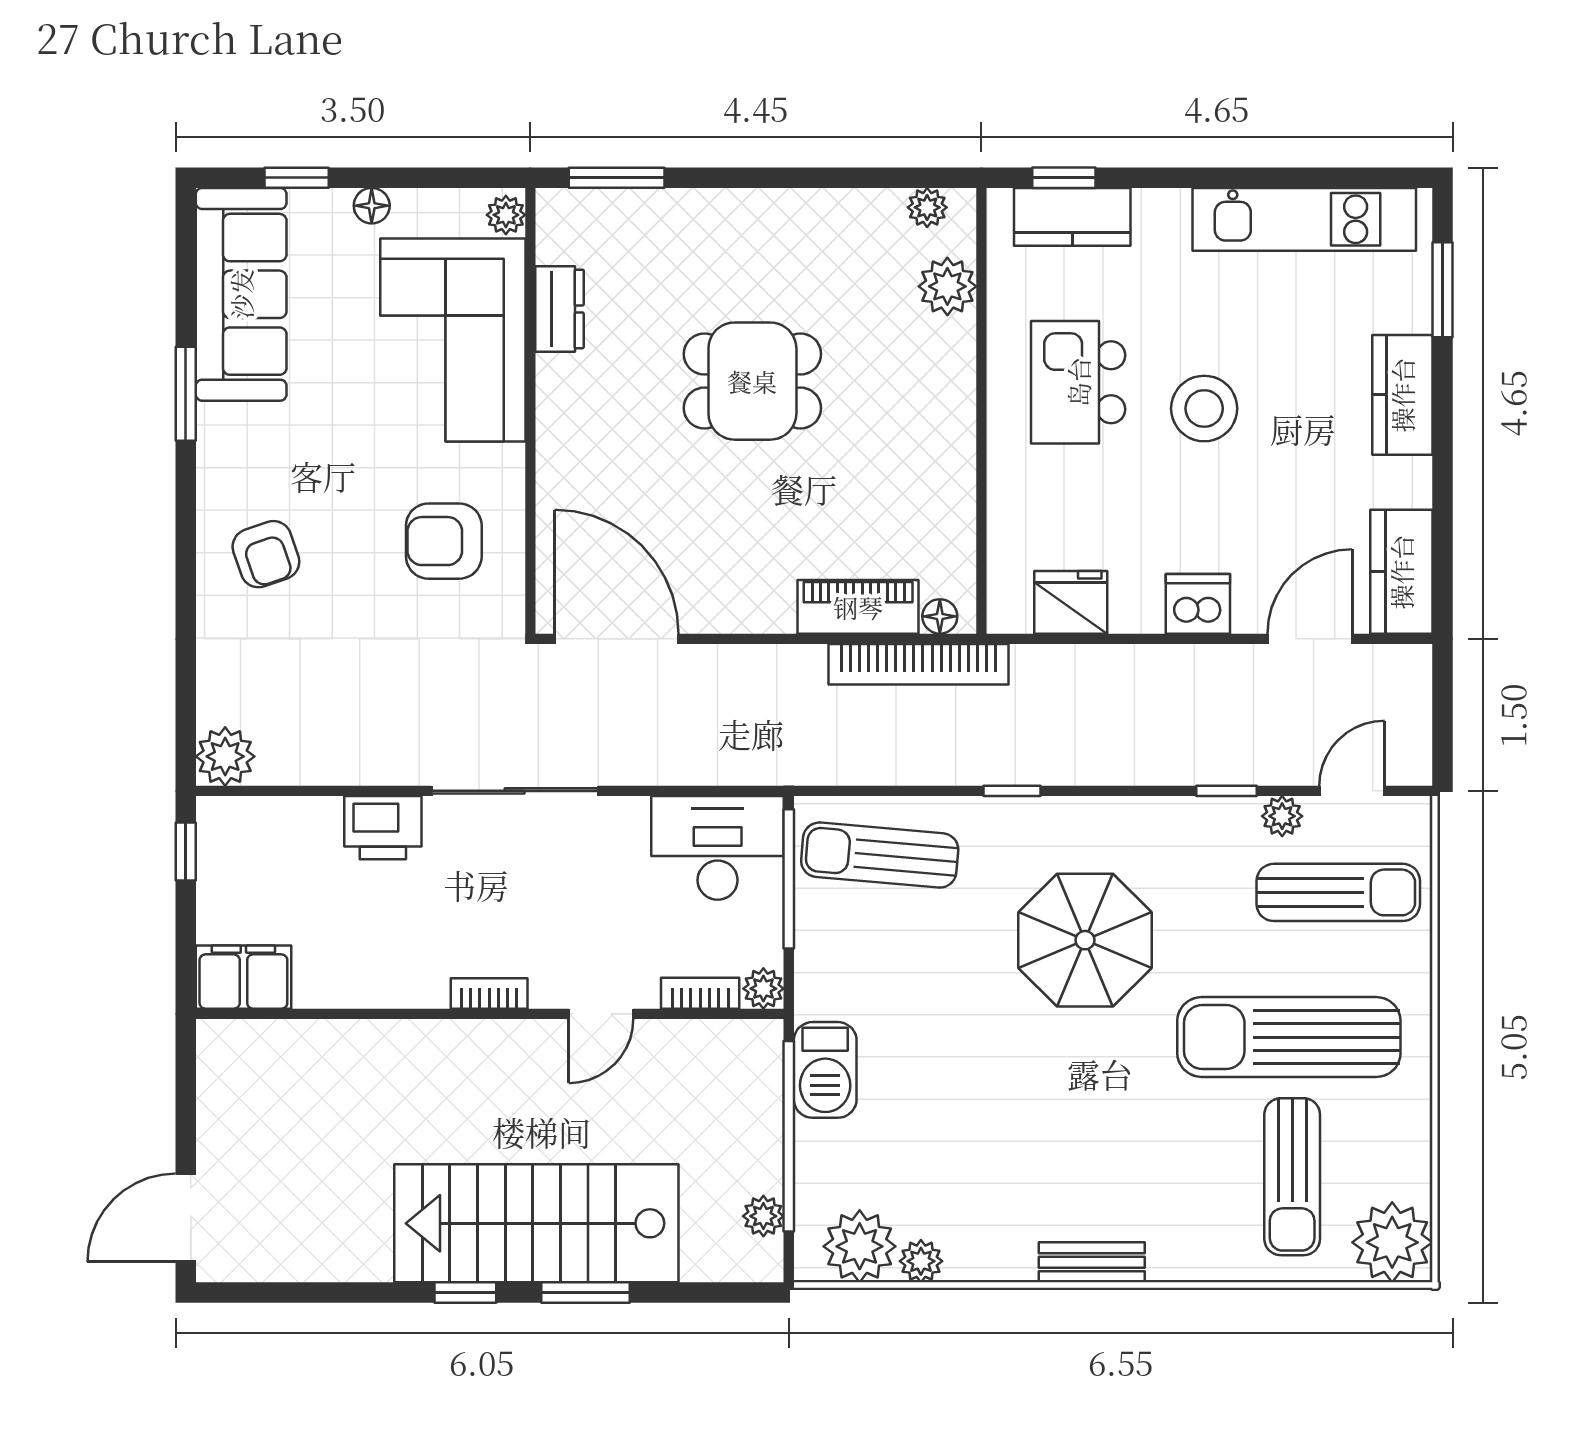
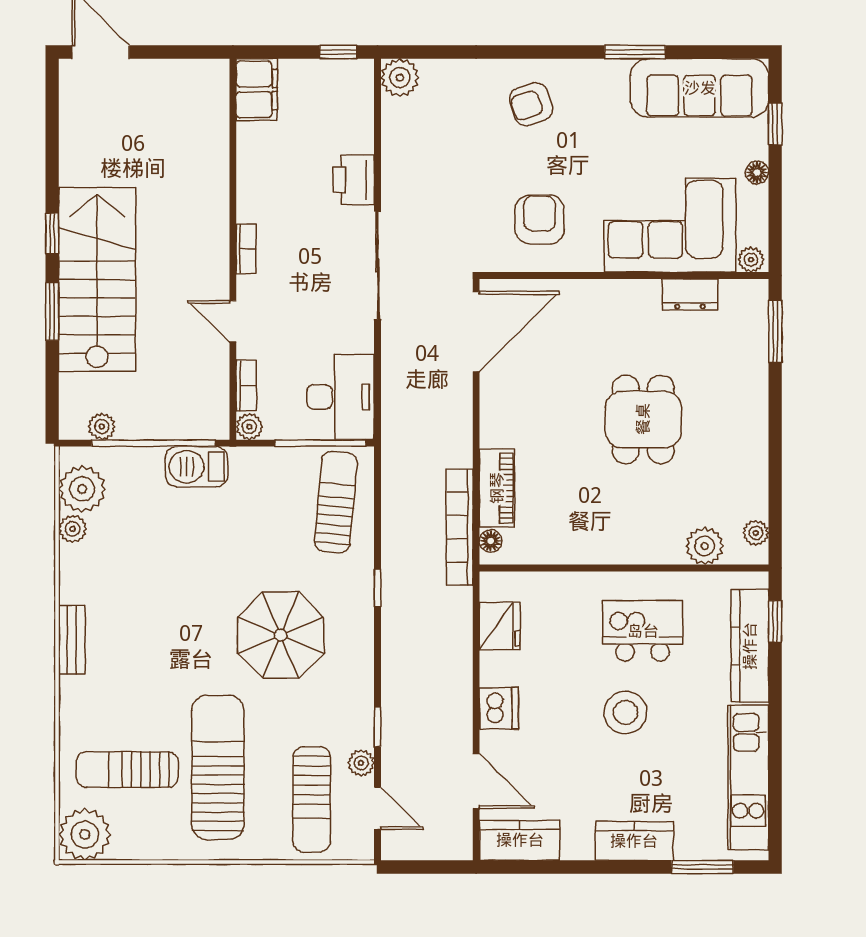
kitchen counter: (1072, 217) -> (750, 646), width x1.50

